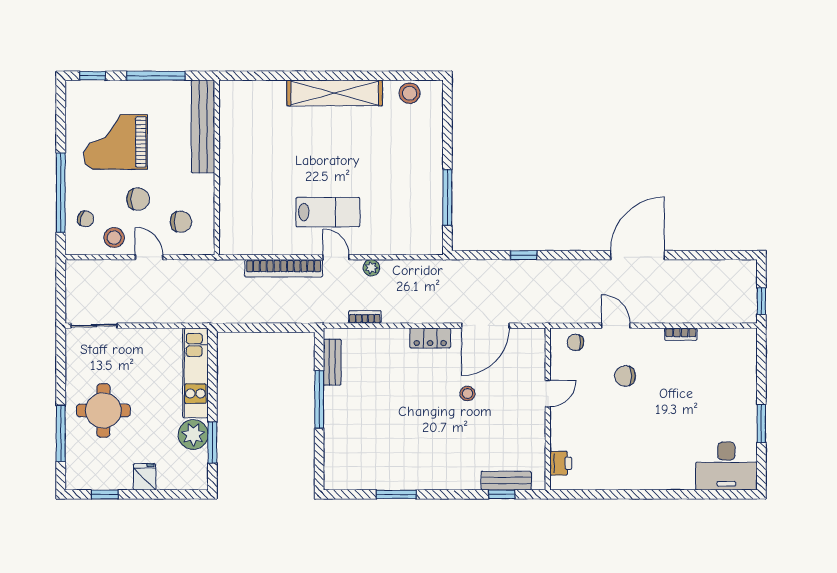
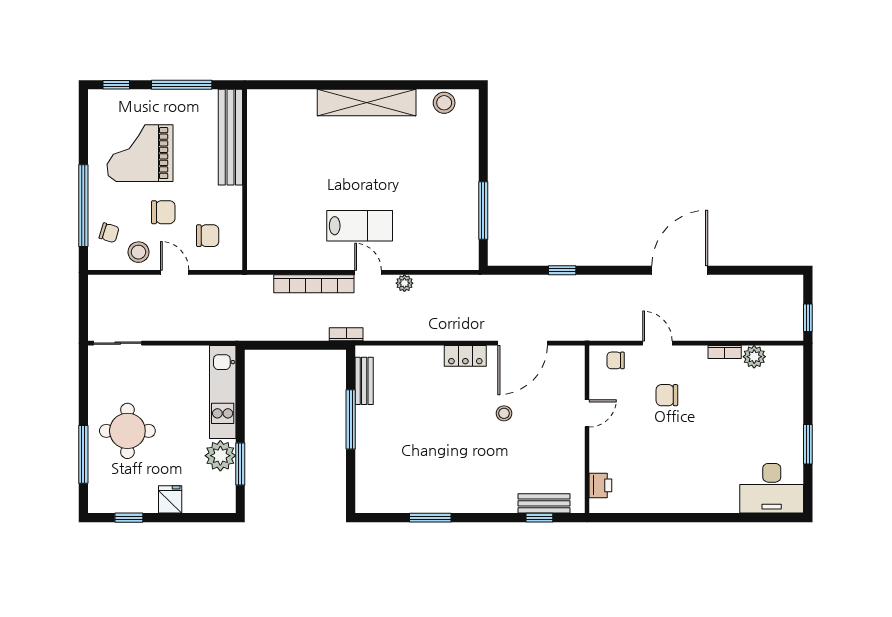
bookcase: (365, 317) -> (346, 334), moved
plant: (709, 339) -> (754, 357), added

